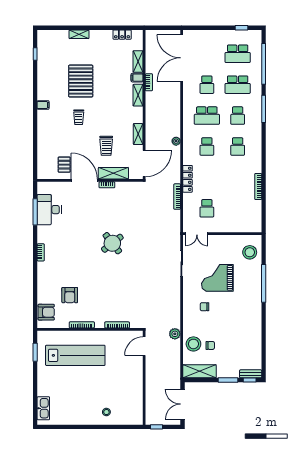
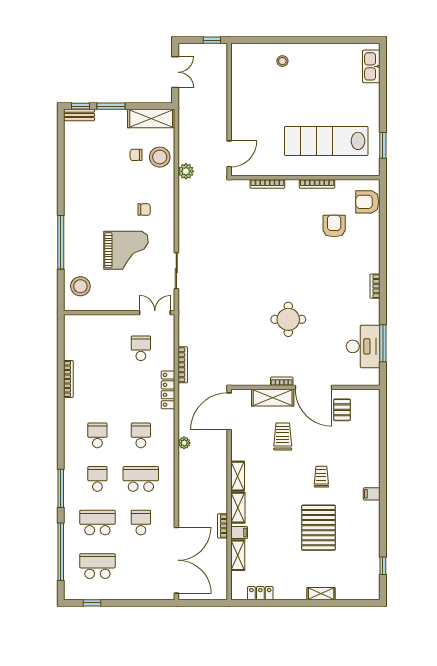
shelving: (138, 134) -> (238, 476), moved
round table: (112, 243) -> (288, 319), moved, turned 38
double door: (182, 404) -> (175, 72), width x0.73

